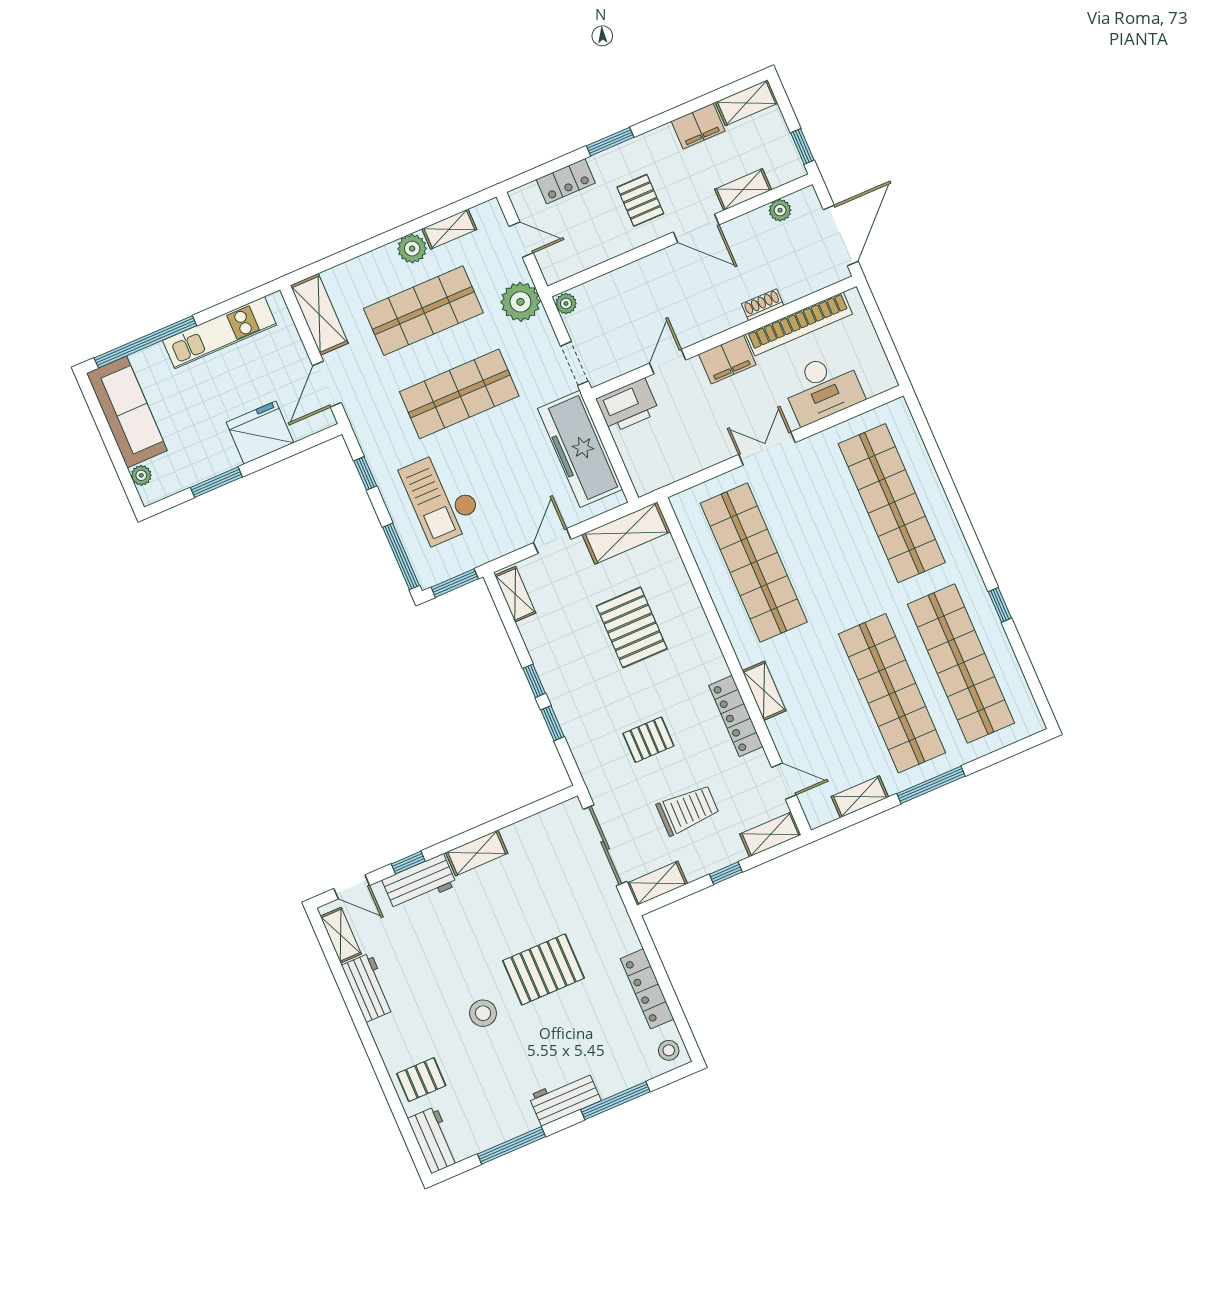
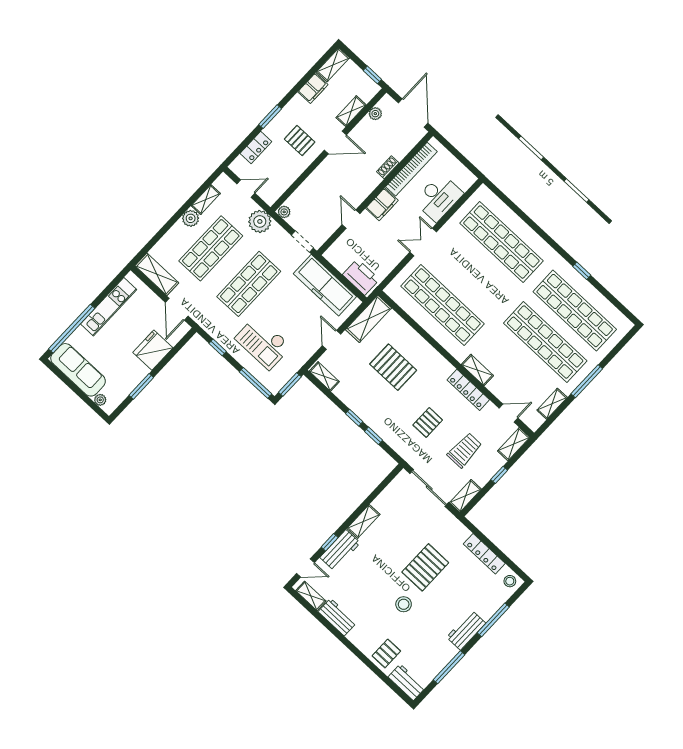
printer: (628, 406) -> (361, 277), moved, turned -90

